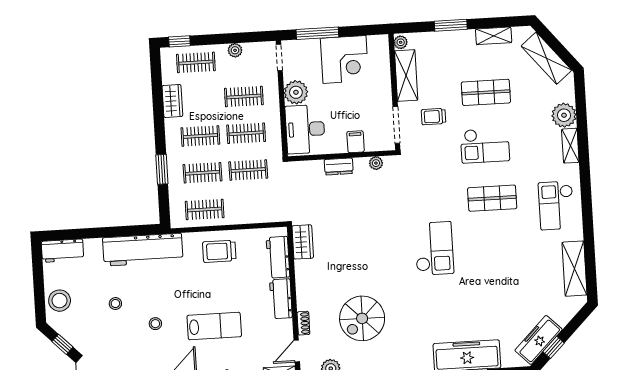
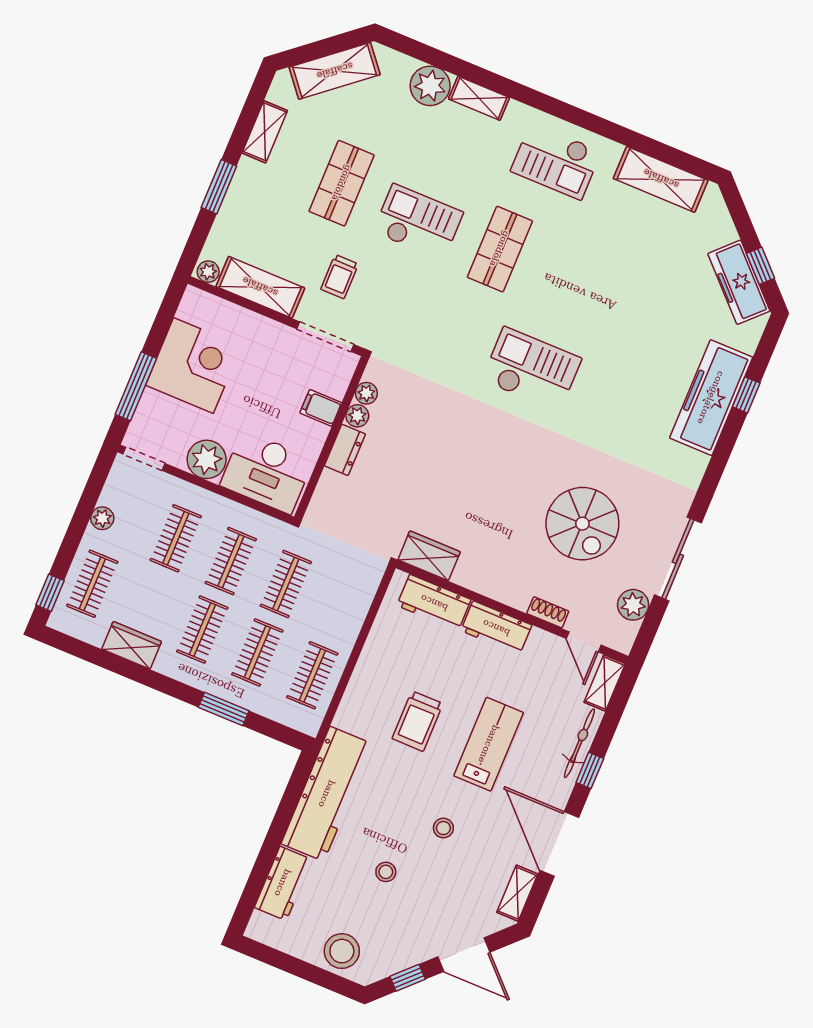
checkout: (485, 145) -> (418, 222), turned -90
plant: (361, 164) -> (357, 416), added
workbench: (63, 251) -> (283, 883), moved
trolley: (219, 251) -> (418, 721), moved

